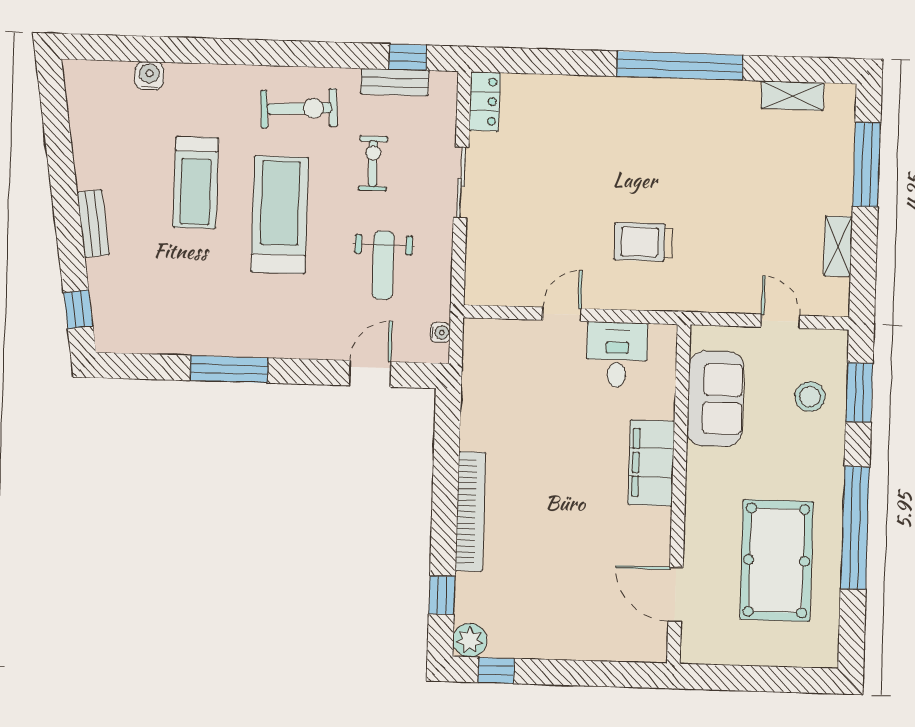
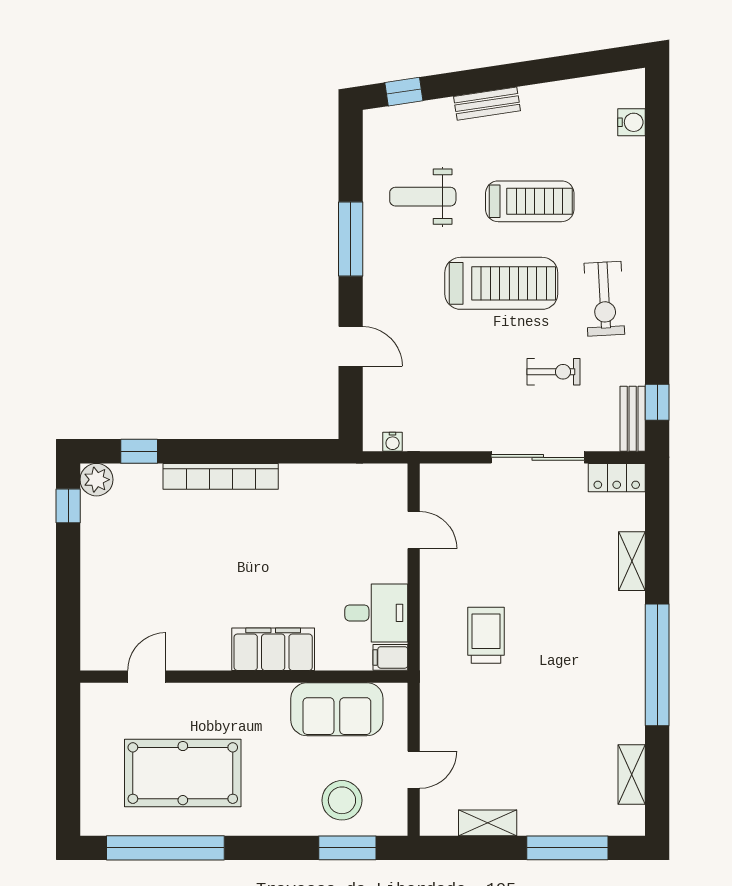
water cooler: (149, 76) -> (631, 122), moved
bench: (395, 82) -> (633, 419), moved
shelving: (572, 89) -> (632, 561), added
treadmill: (196, 183) -> (530, 201), turned 180
sliding door: (461, 183) -> (538, 457), width x1.37
weight bench: (383, 265) -> (423, 197), moved
door: (562, 314) -> (414, 530), moved
filing cabinet: (664, 342) -> (390, 657), added
door: (370, 374) -> (351, 346), moved
stool: (810, 397) -> (342, 800), width x1.38, depth x1.38
window: (855, 528) -> (165, 848), moved
door: (675, 594) -> (147, 677), width x0.73

